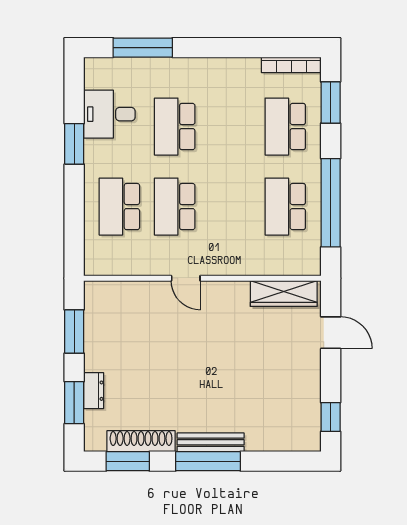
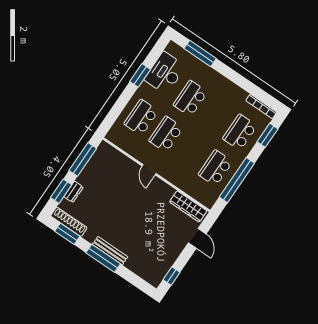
desk: (109, 114) -> (165, 73), width x1.37
window: (74, 331) -> (83, 159), width x1.44
shoe rack: (141, 441) -> (69, 222), moved

